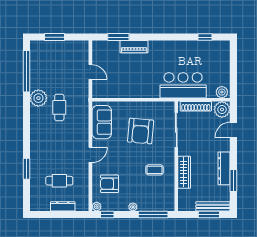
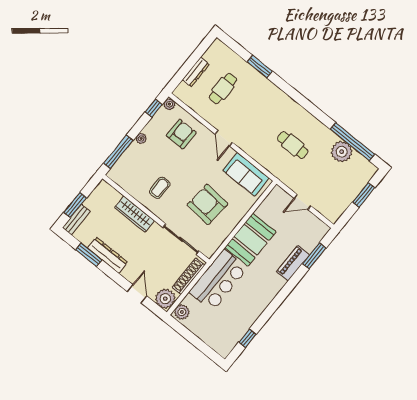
booth: (141, 86) -> (250, 240), added
plant: (38, 98) -> (342, 152), moved
bench: (213, 206) -> (76, 220), width x0.73

